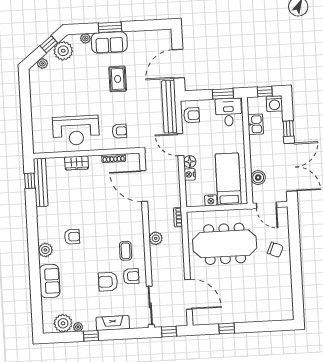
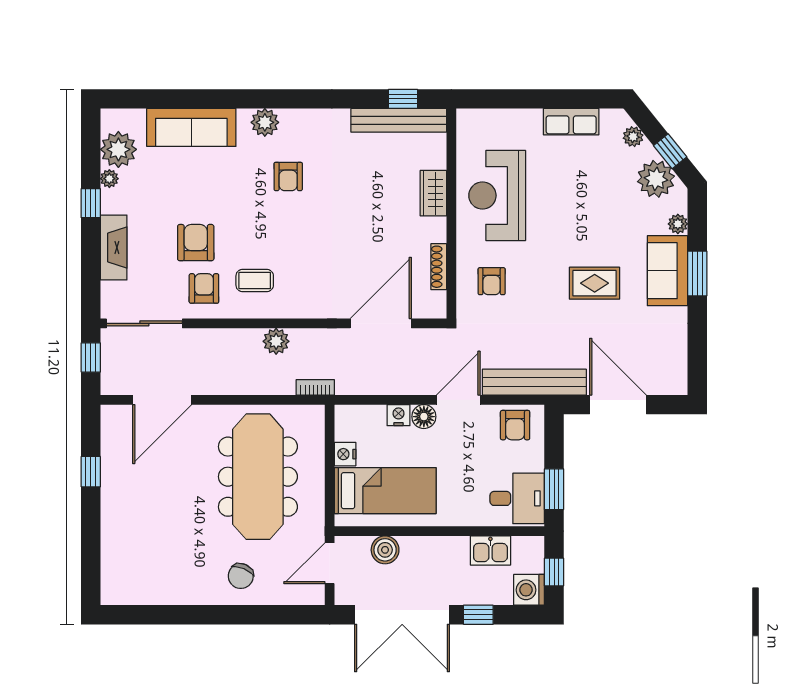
row of seats: (37, 95) -> (571, 122), added
armchair: (131, 276) -> (204, 288), turned 180
sofa: (50, 281) -> (191, 127), width x1.36

